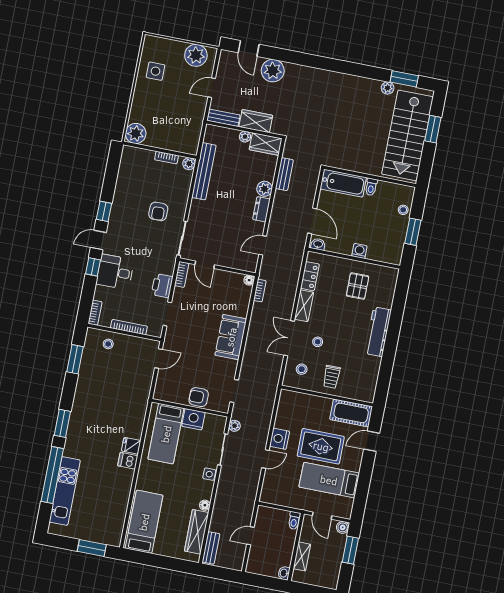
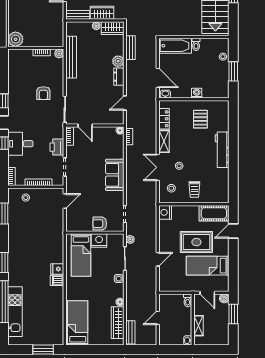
nightstand: (279, 439) -> (165, 212), moved

